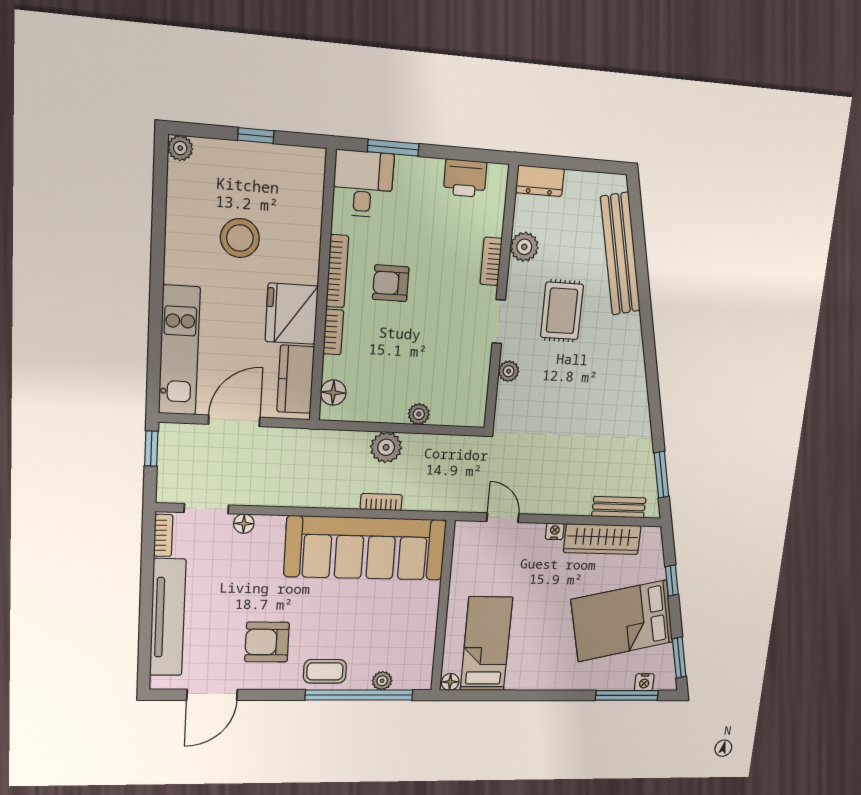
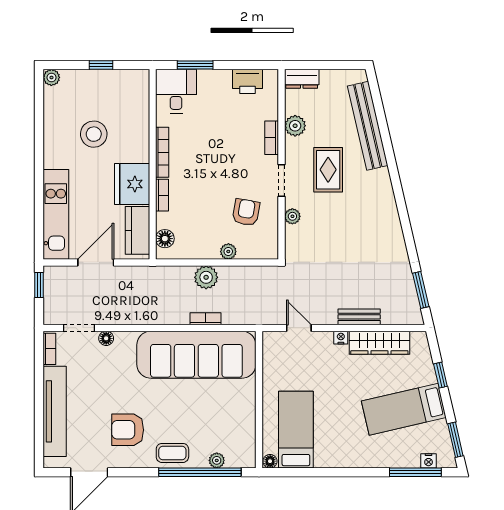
armchair: (391, 283) -> (246, 212), moved, turned 100
bench: (619, 507) -> (359, 317), moved
bed: (622, 621) -> (404, 409), width x0.67

